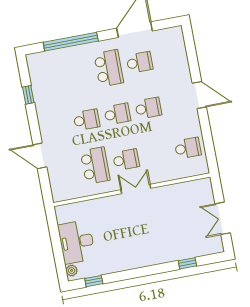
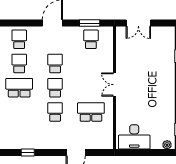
window: (208, 142) -> (90, 23), added
school desk: (126, 160) -> (19, 39), moved
double door: (223, 218) -> (138, 23), moved
desk: (77, 242) -> (134, 137), moved

